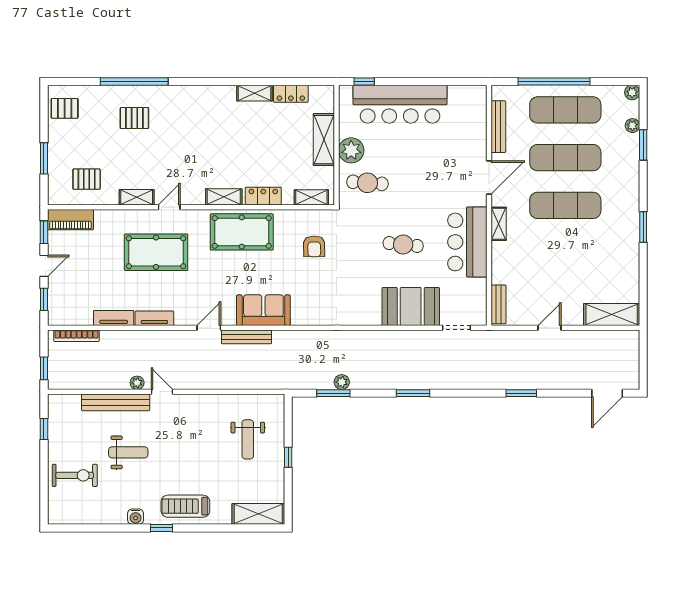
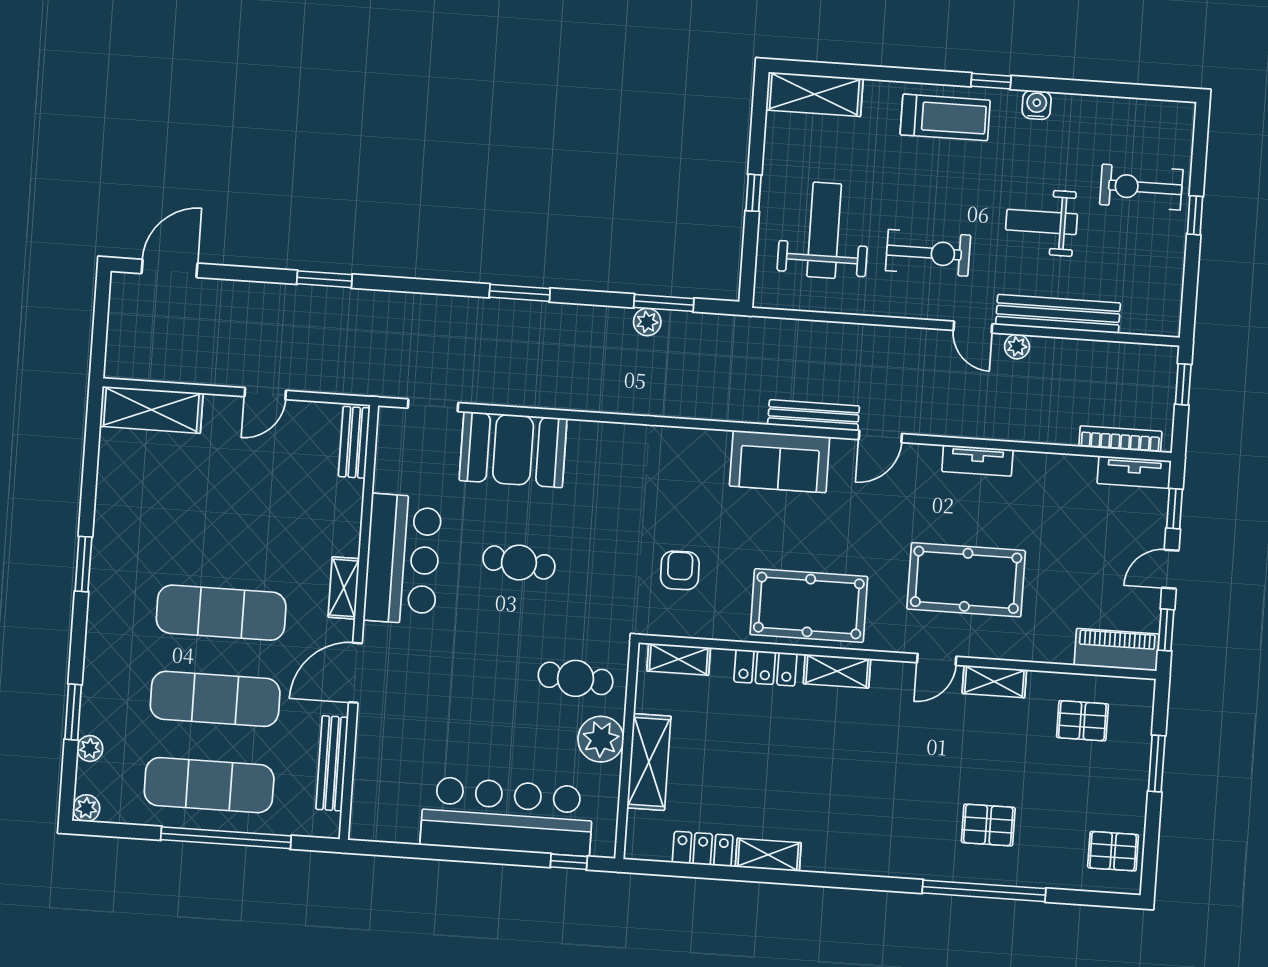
tv unit: (114, 318) -> (1134, 472), moved
window: (44, 429) -> (1195, 215), moved
exercise bike: (190, 431) -> (928, 253), added
weight bench: (248, 439) -> (824, 230), width x1.36, depth x1.33

